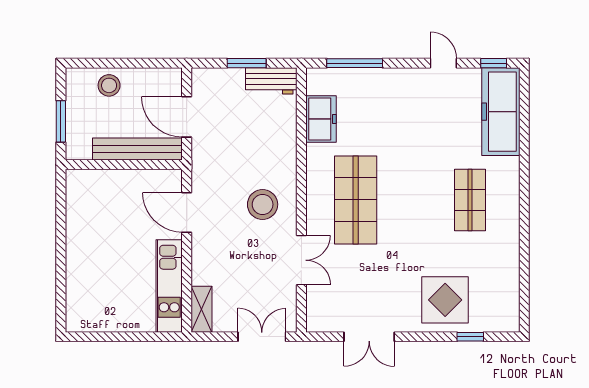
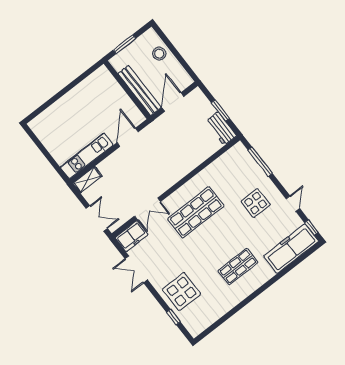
display table: (405, 112) -> (256, 203), added
freezer: (321, 119) -> (132, 236), moved
stool: (263, 204) -> (159, 170), removed

